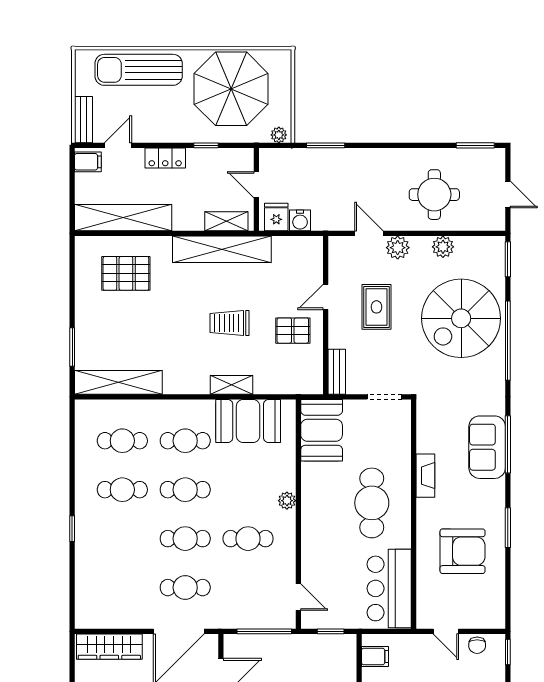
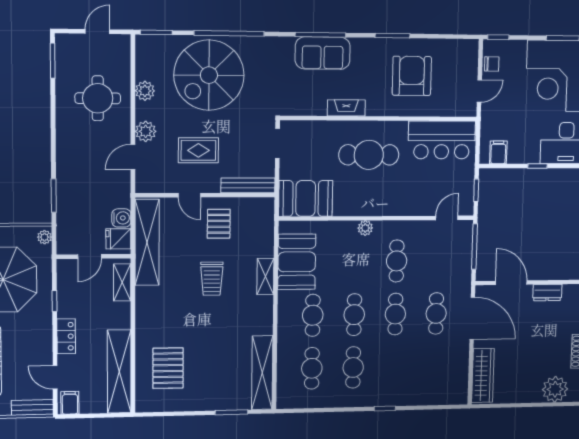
shelving: (222, 249) -> (147, 242), moved
spiral stairs: (461, 318) -> (209, 75), turned 90
bench: (337, 372) -> (248, 185), width x1.36

